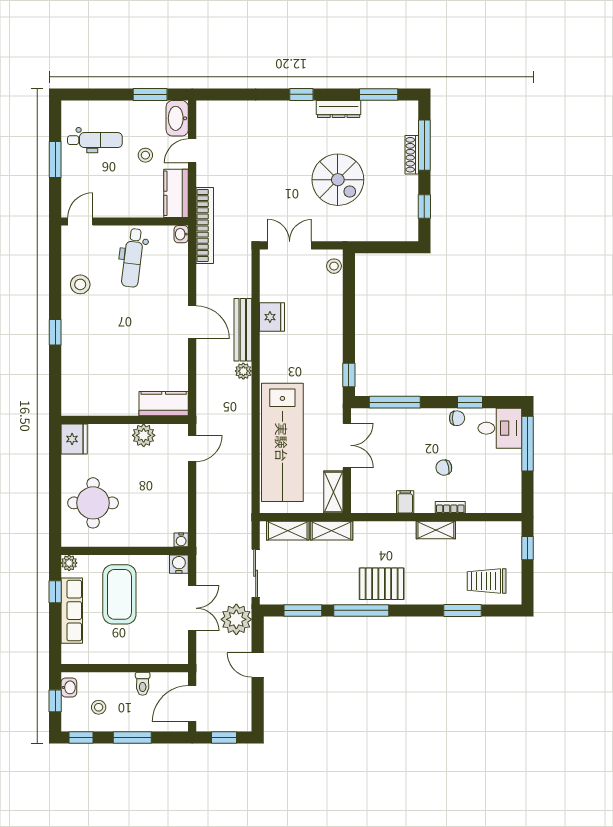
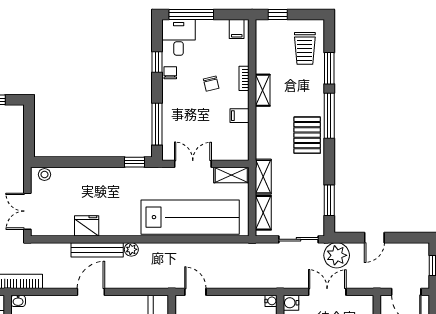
filing cabinet: (510, 498) -> (237, 29), added
window: (361, 610) -> (329, 116), moved

